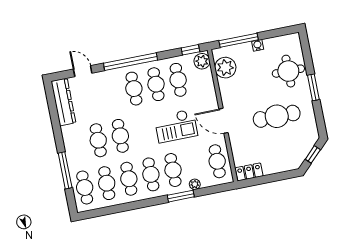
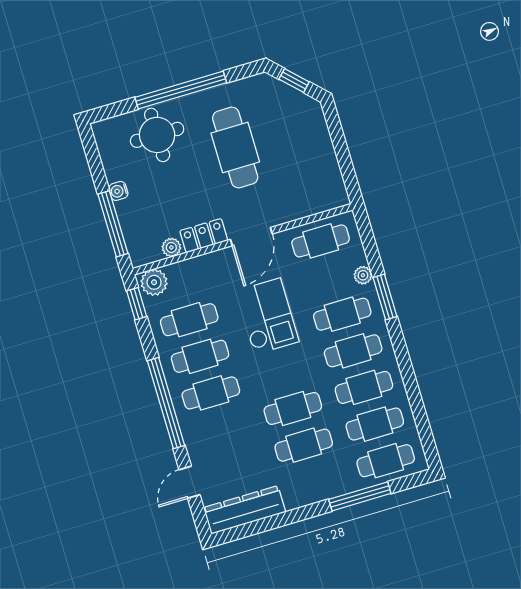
plant: (225, 68) -> (171, 247), width x0.53, depth x0.53
window: (313, 87) -> (181, 90), width x2.11
locker: (249, 172) -> (204, 236), moved, turned 90

